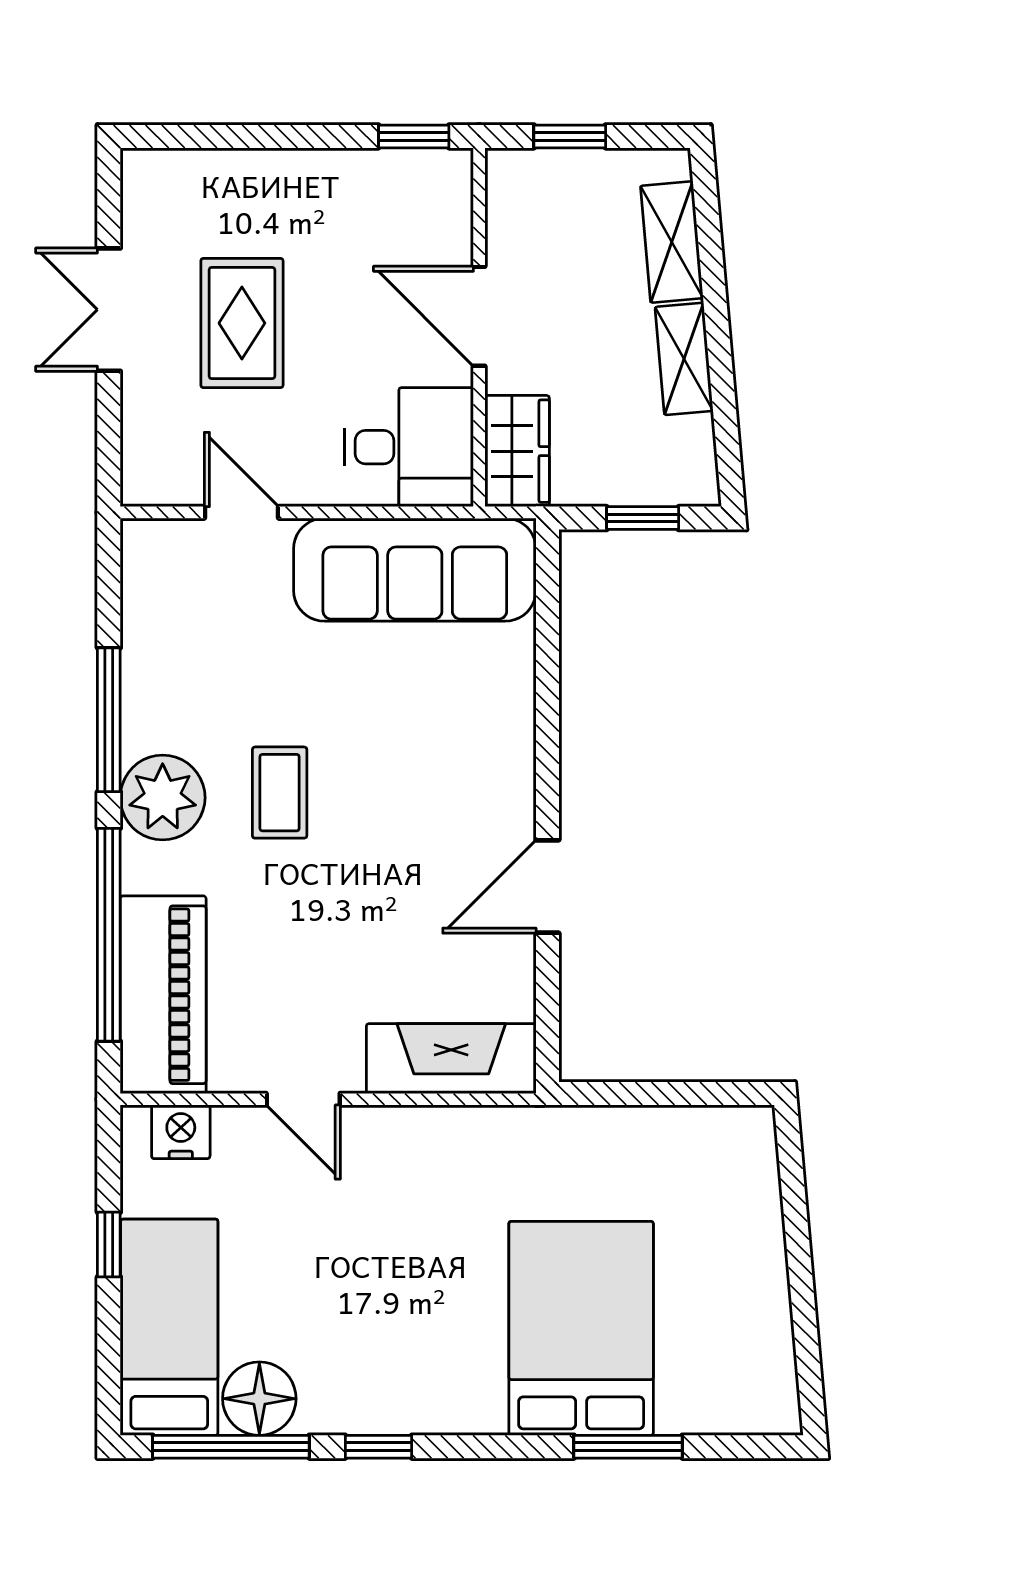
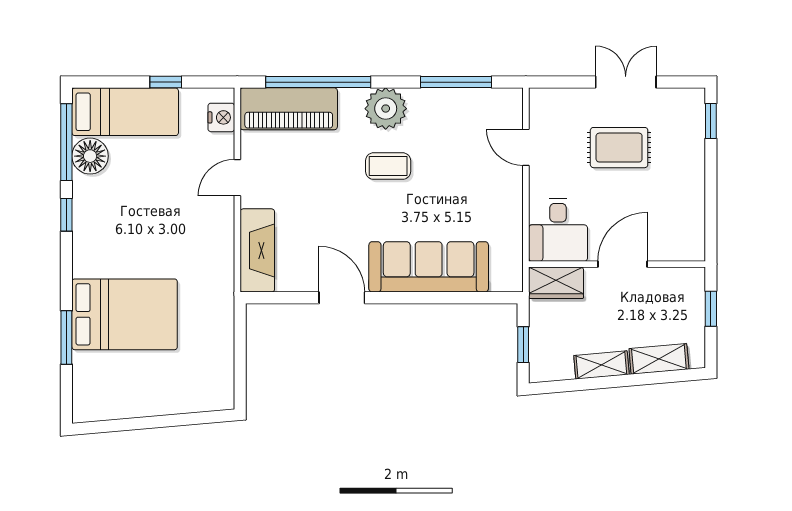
window: (414, 136) -> (711, 121), moved
door: (241, 512) -> (526, 147), swing flipped
sofa: (415, 570) -> (429, 267), moved, turned 90
window: (109, 720) -> (456, 82), moved

